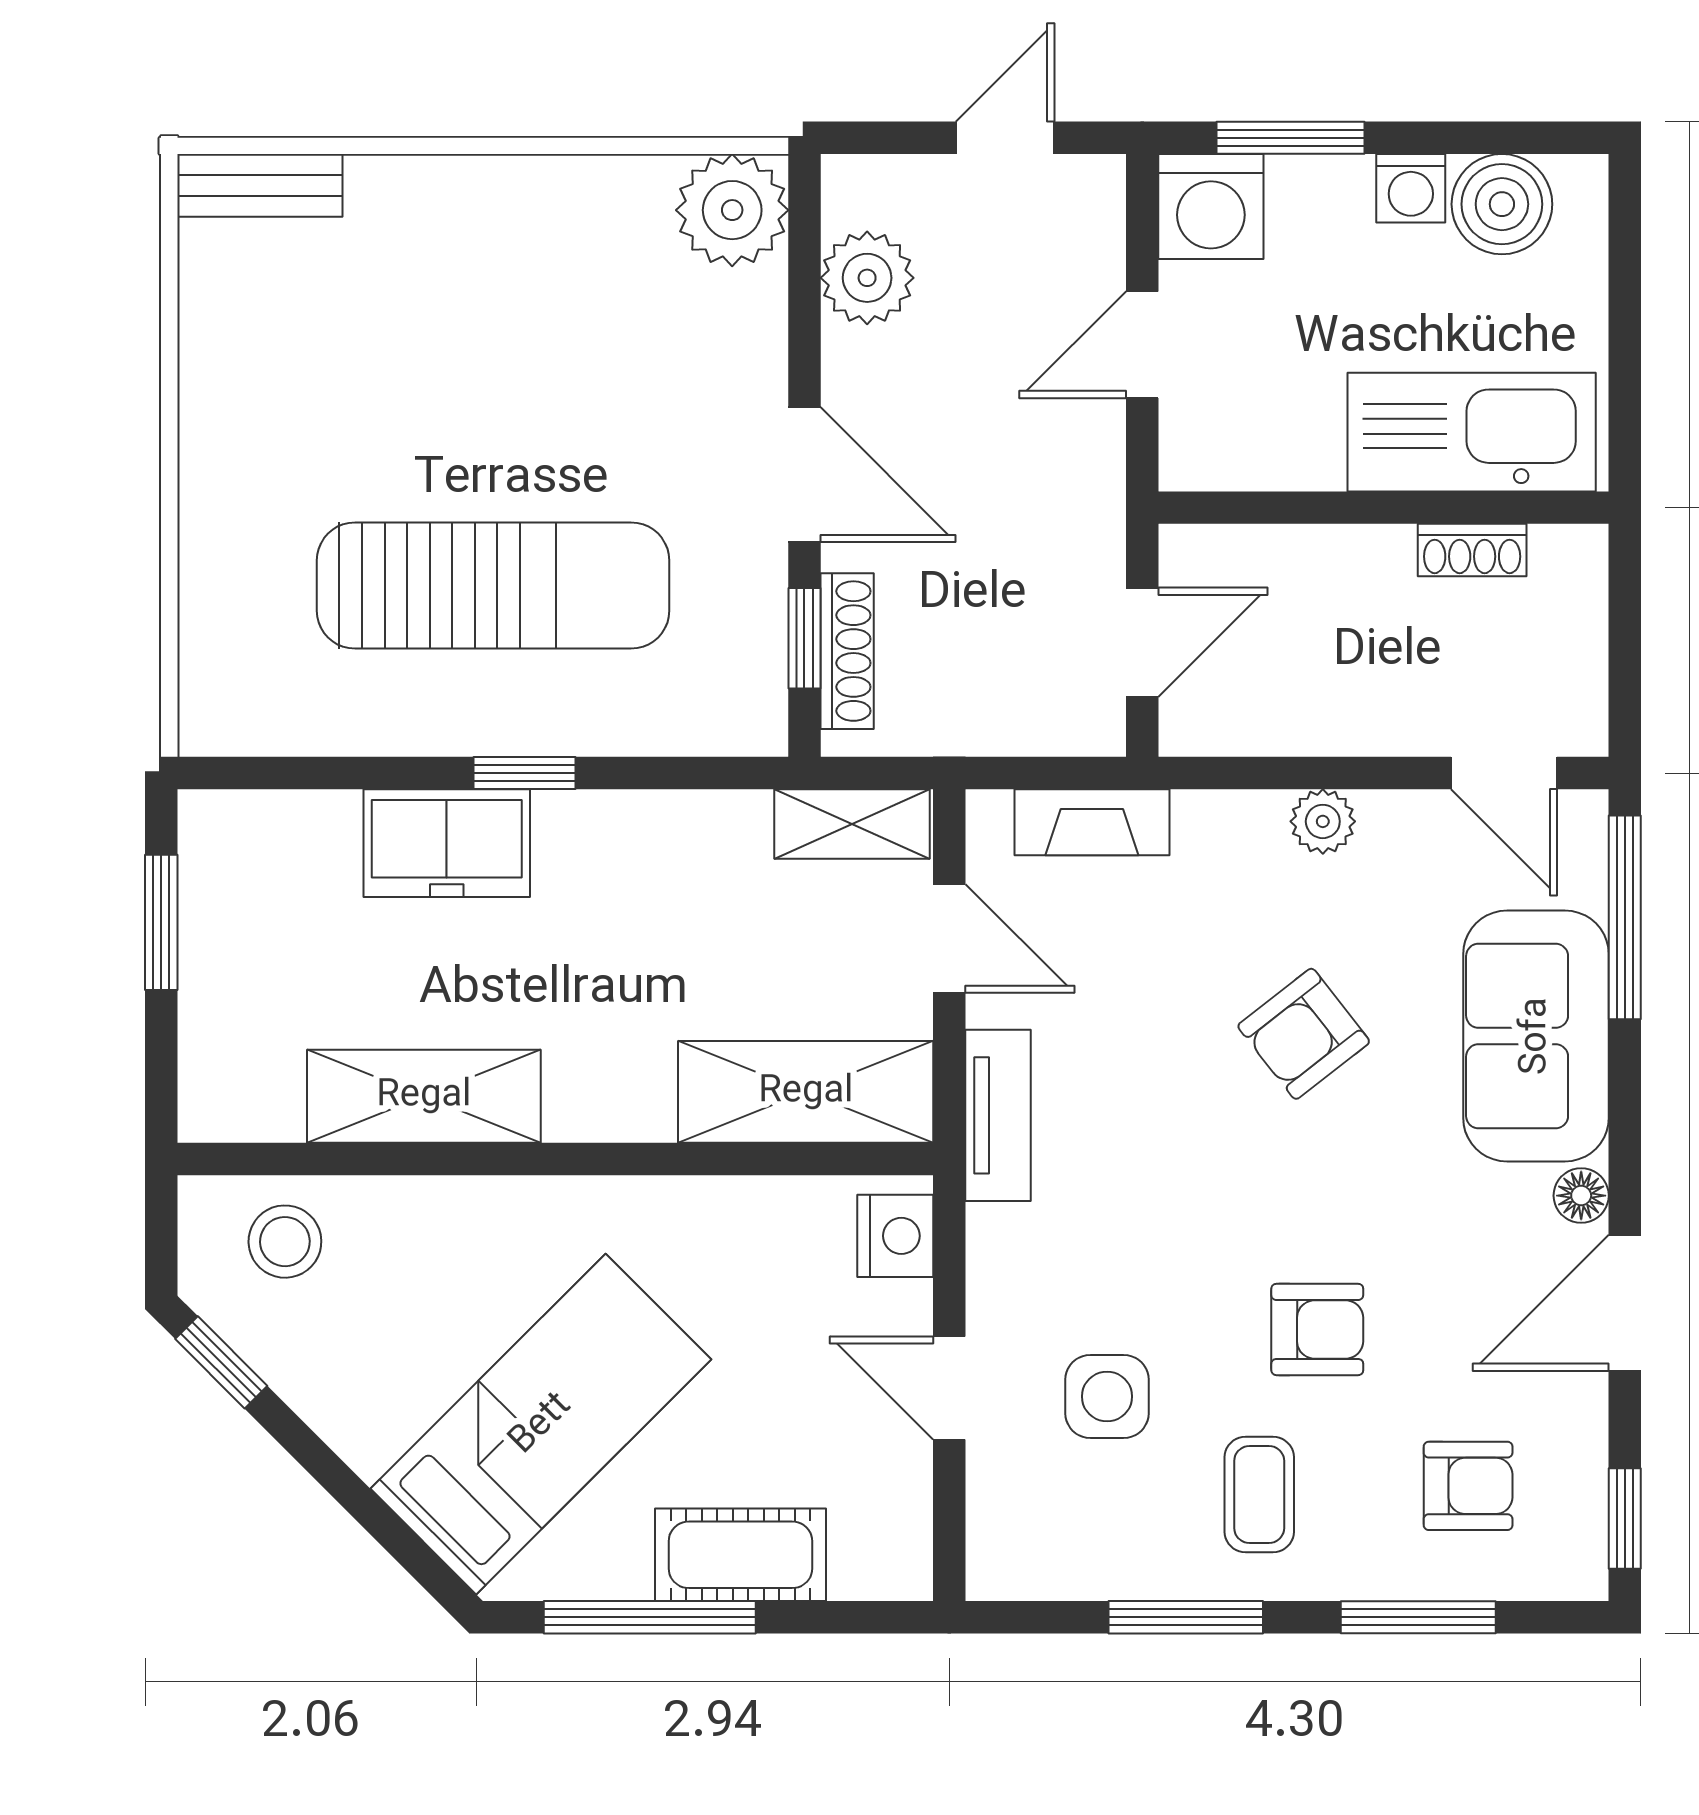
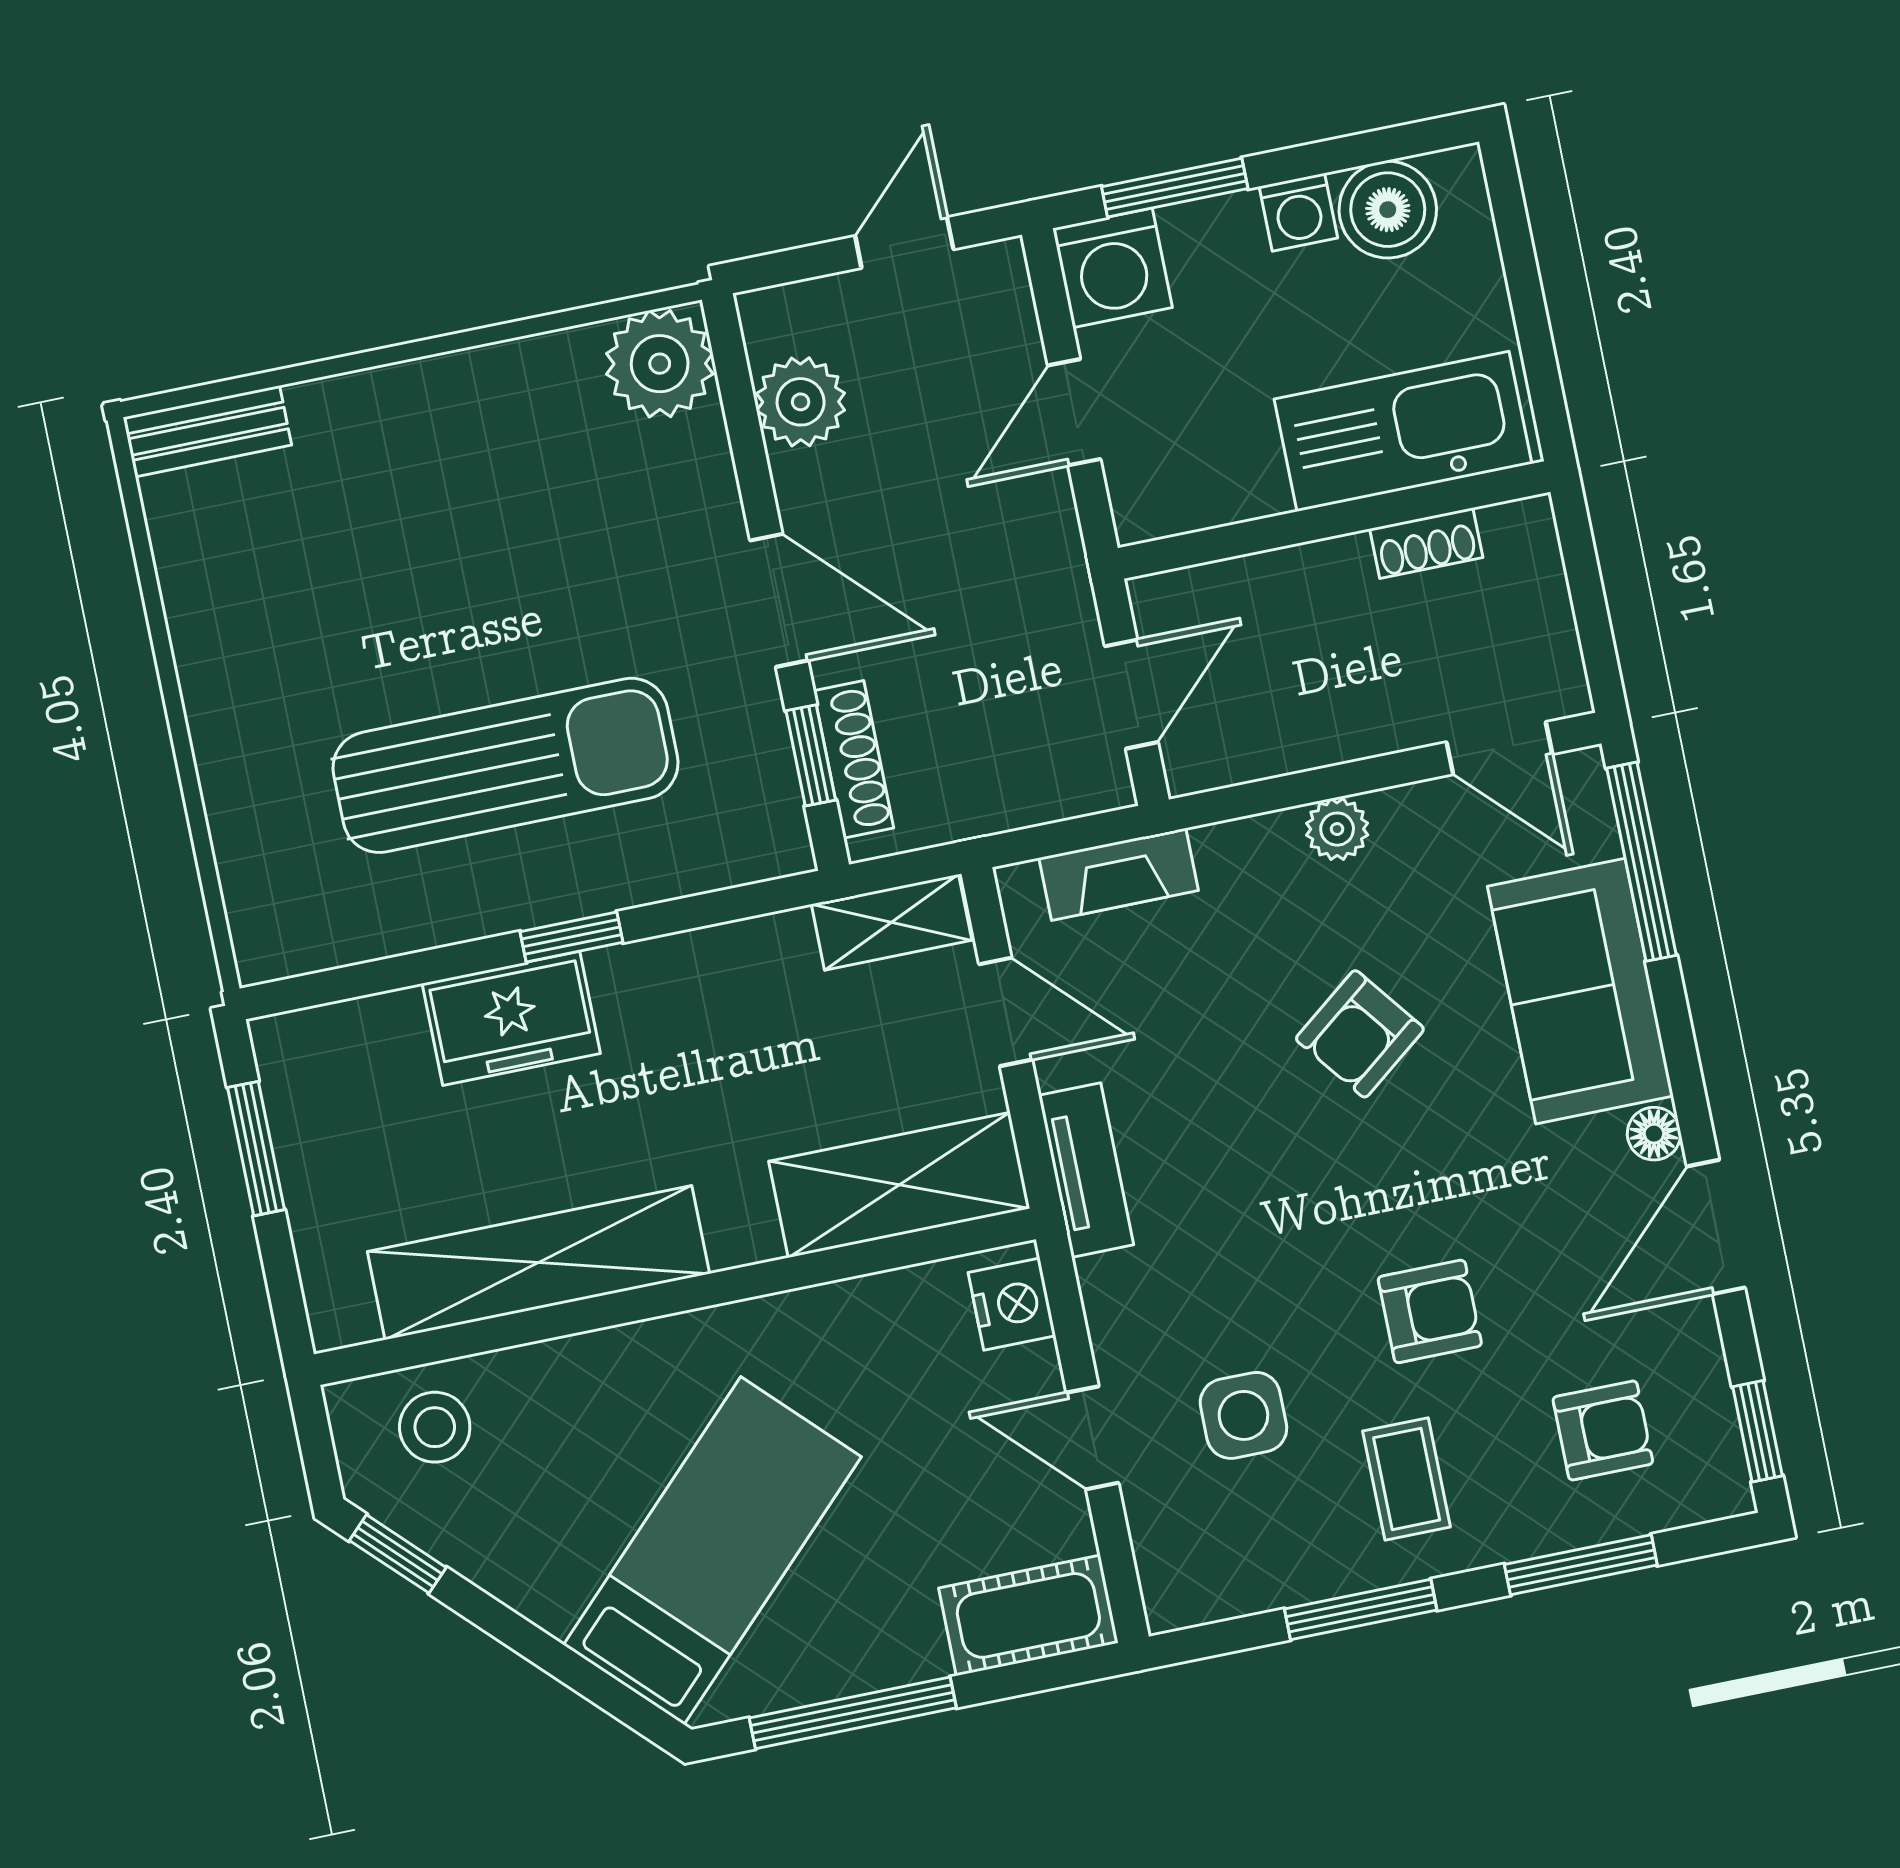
shelving: (424, 1096) -> (538, 1263), width x1.47
cot: (740, 1555) -> (1028, 1615), moved

